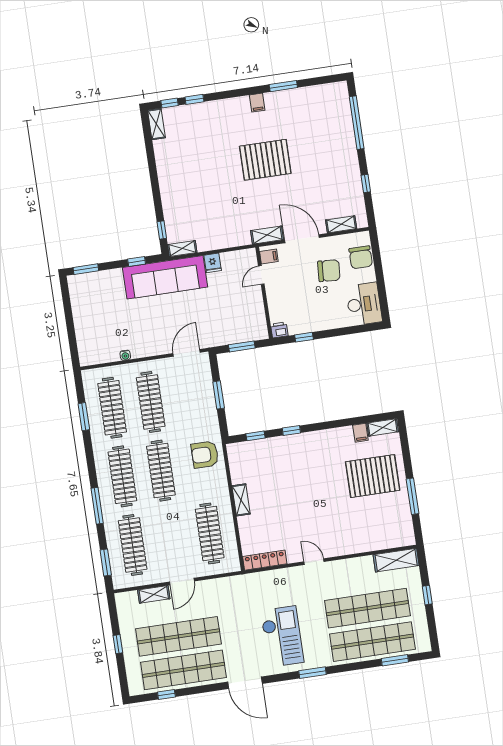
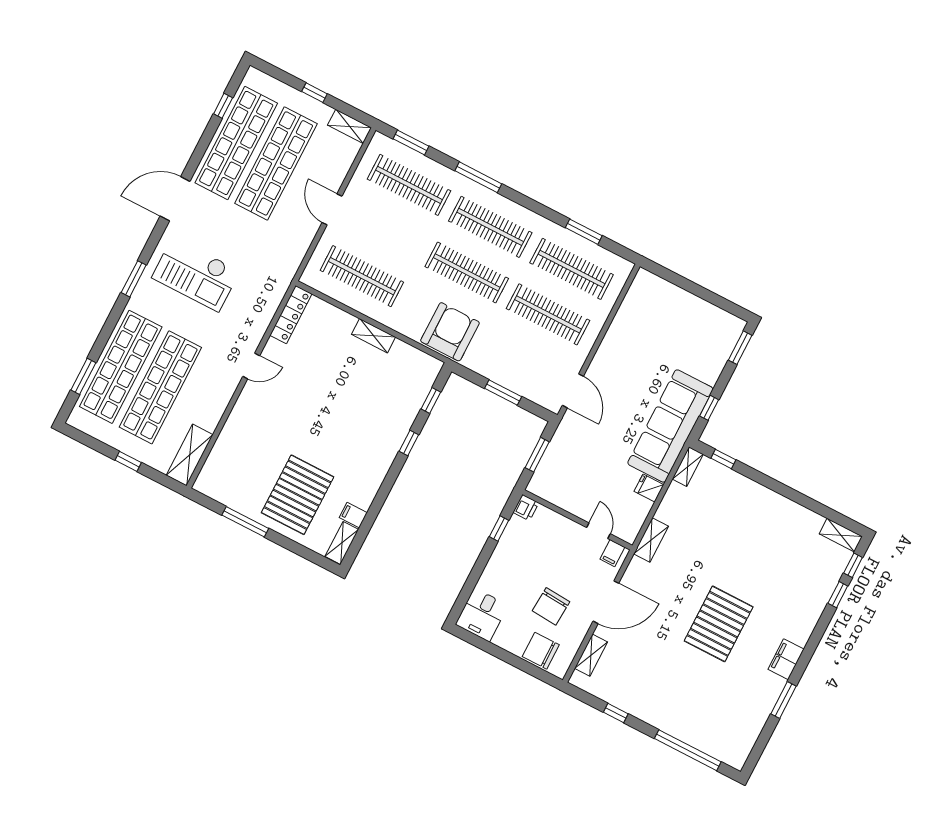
filing cabinet: (257, 103) -> (786, 659), width x2.00
shelving: (267, 235) -> (651, 540), moved
desk: (364, 304) -> (482, 615), width x0.73
water cooler: (125, 355) -> (618, 323), removed
armchair: (205, 455) -> (450, 332), width x1.36, depth x1.36
shelving: (154, 594) -> (349, 126), moved, turned 90

